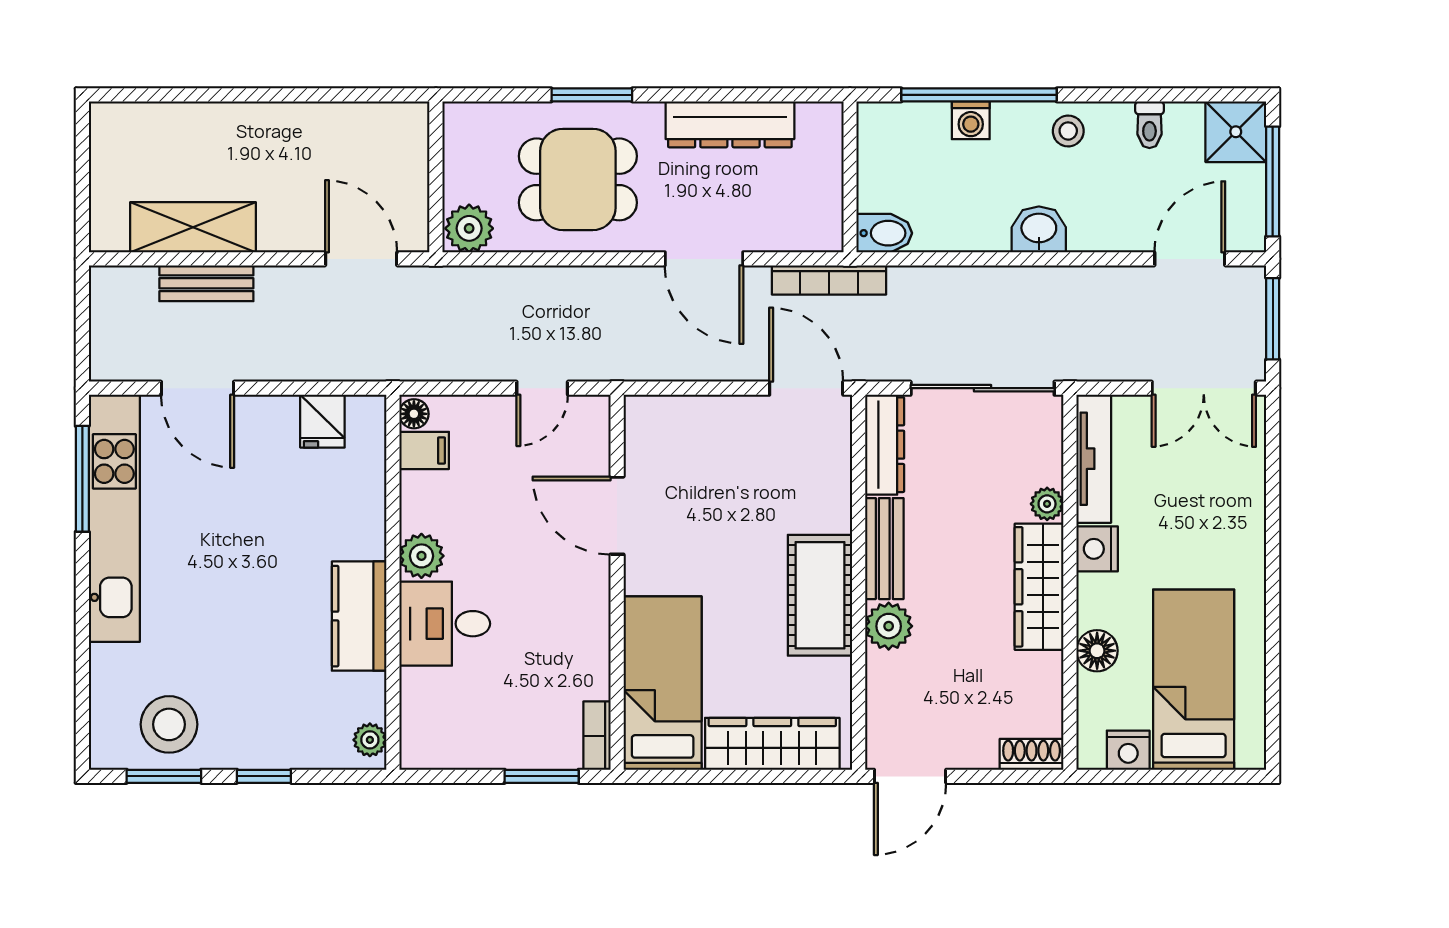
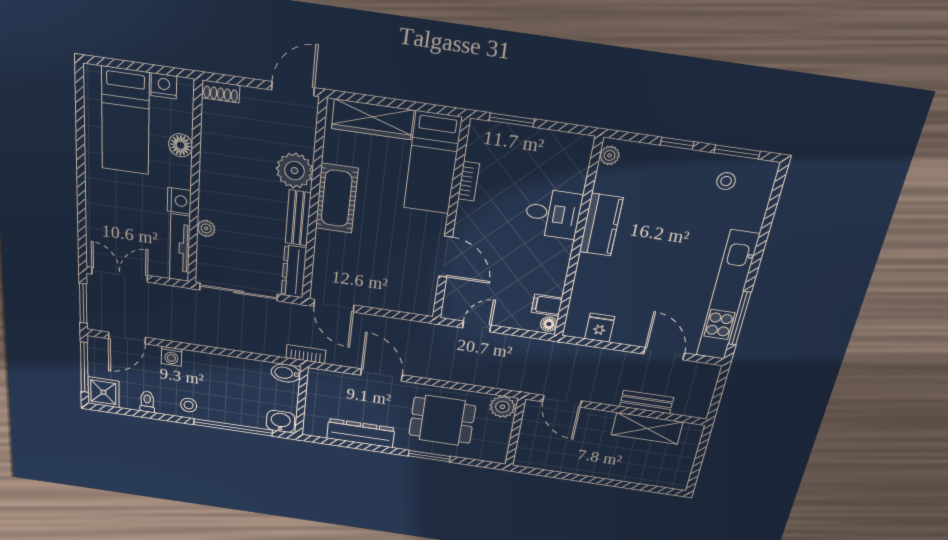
washing machine: (971, 120) -> (171, 356), moved, turned 180
washbasin: (1039, 229) -> (281, 421), moved, turned 180
bookcase: (829, 280) -> (306, 354), width x0.64
plant: (421, 556) -> (559, 252), removed
wardrobe: (1039, 587) -> (212, 185), removed
plant: (889, 626) -> (294, 171), width x1.36, depth x1.36
stool: (169, 724) -> (726, 181), width x0.53, depth x0.53
bookcase: (597, 736) -> (469, 181), moved

